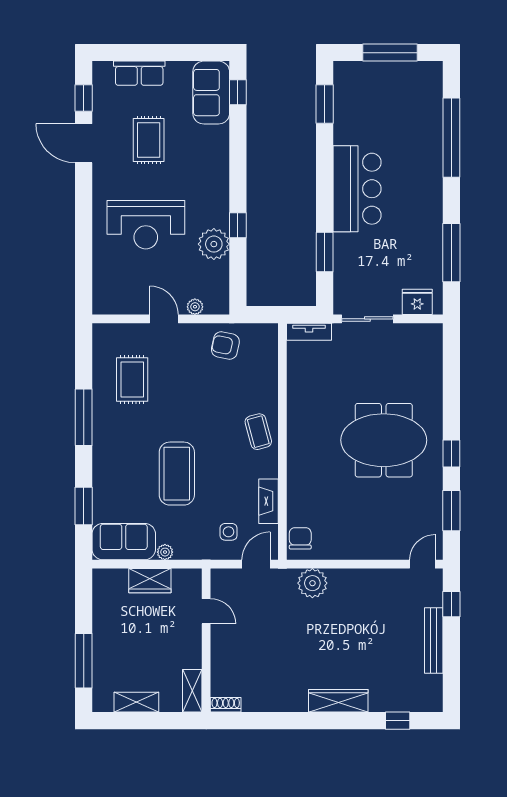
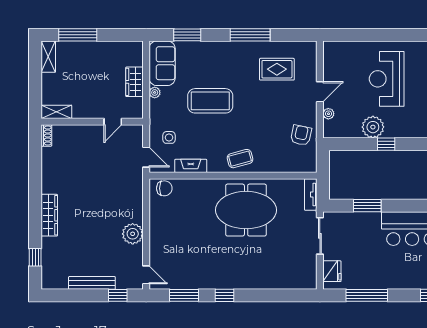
meeting table: (384, 440) -> (246, 210), moved, turned 90
plant: (312, 583) -> (133, 234), moved
shelving: (136, 702) -> (48, 57), moved

